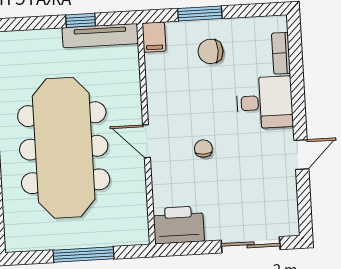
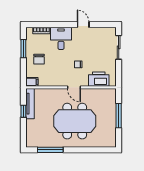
window: (200, 14) -> (23, 49), moved
door: (146, 141) -> (74, 87), hinge flipped
meeting table: (64, 148) -> (75, 121), width x0.73
printer: (179, 225) -> (99, 79), moved, turned 90

